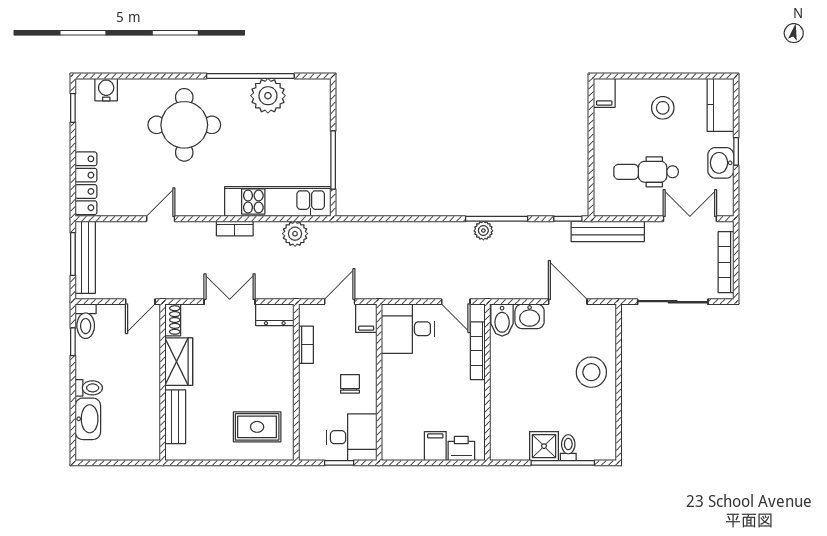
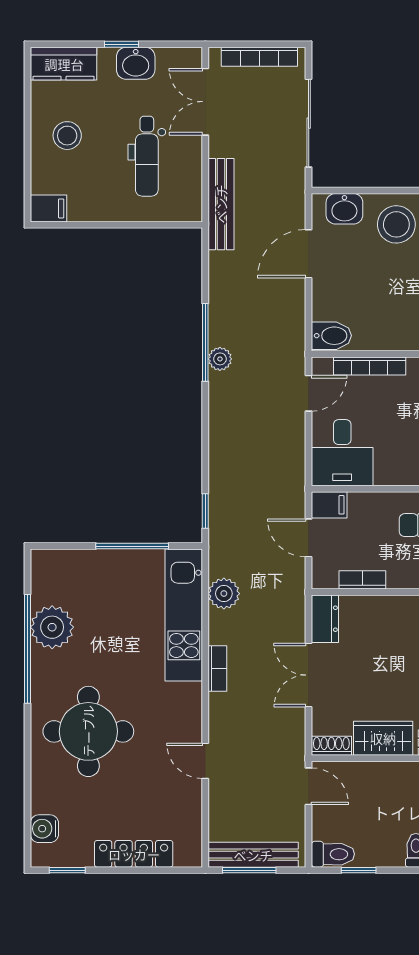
locker: (86, 183) -> (134, 854), moved
window: (568, 219) -> (205, 511), moved
washbasin: (530, 316) -> (344, 209), moved, turned 90

